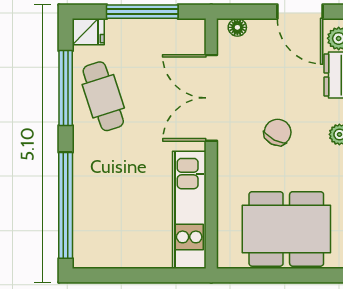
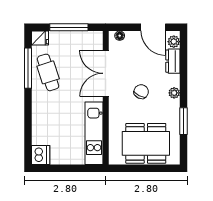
window: (66, 205) -> (28, 131), removed
dishwasher: (89, 251) -> (41, 155), added

